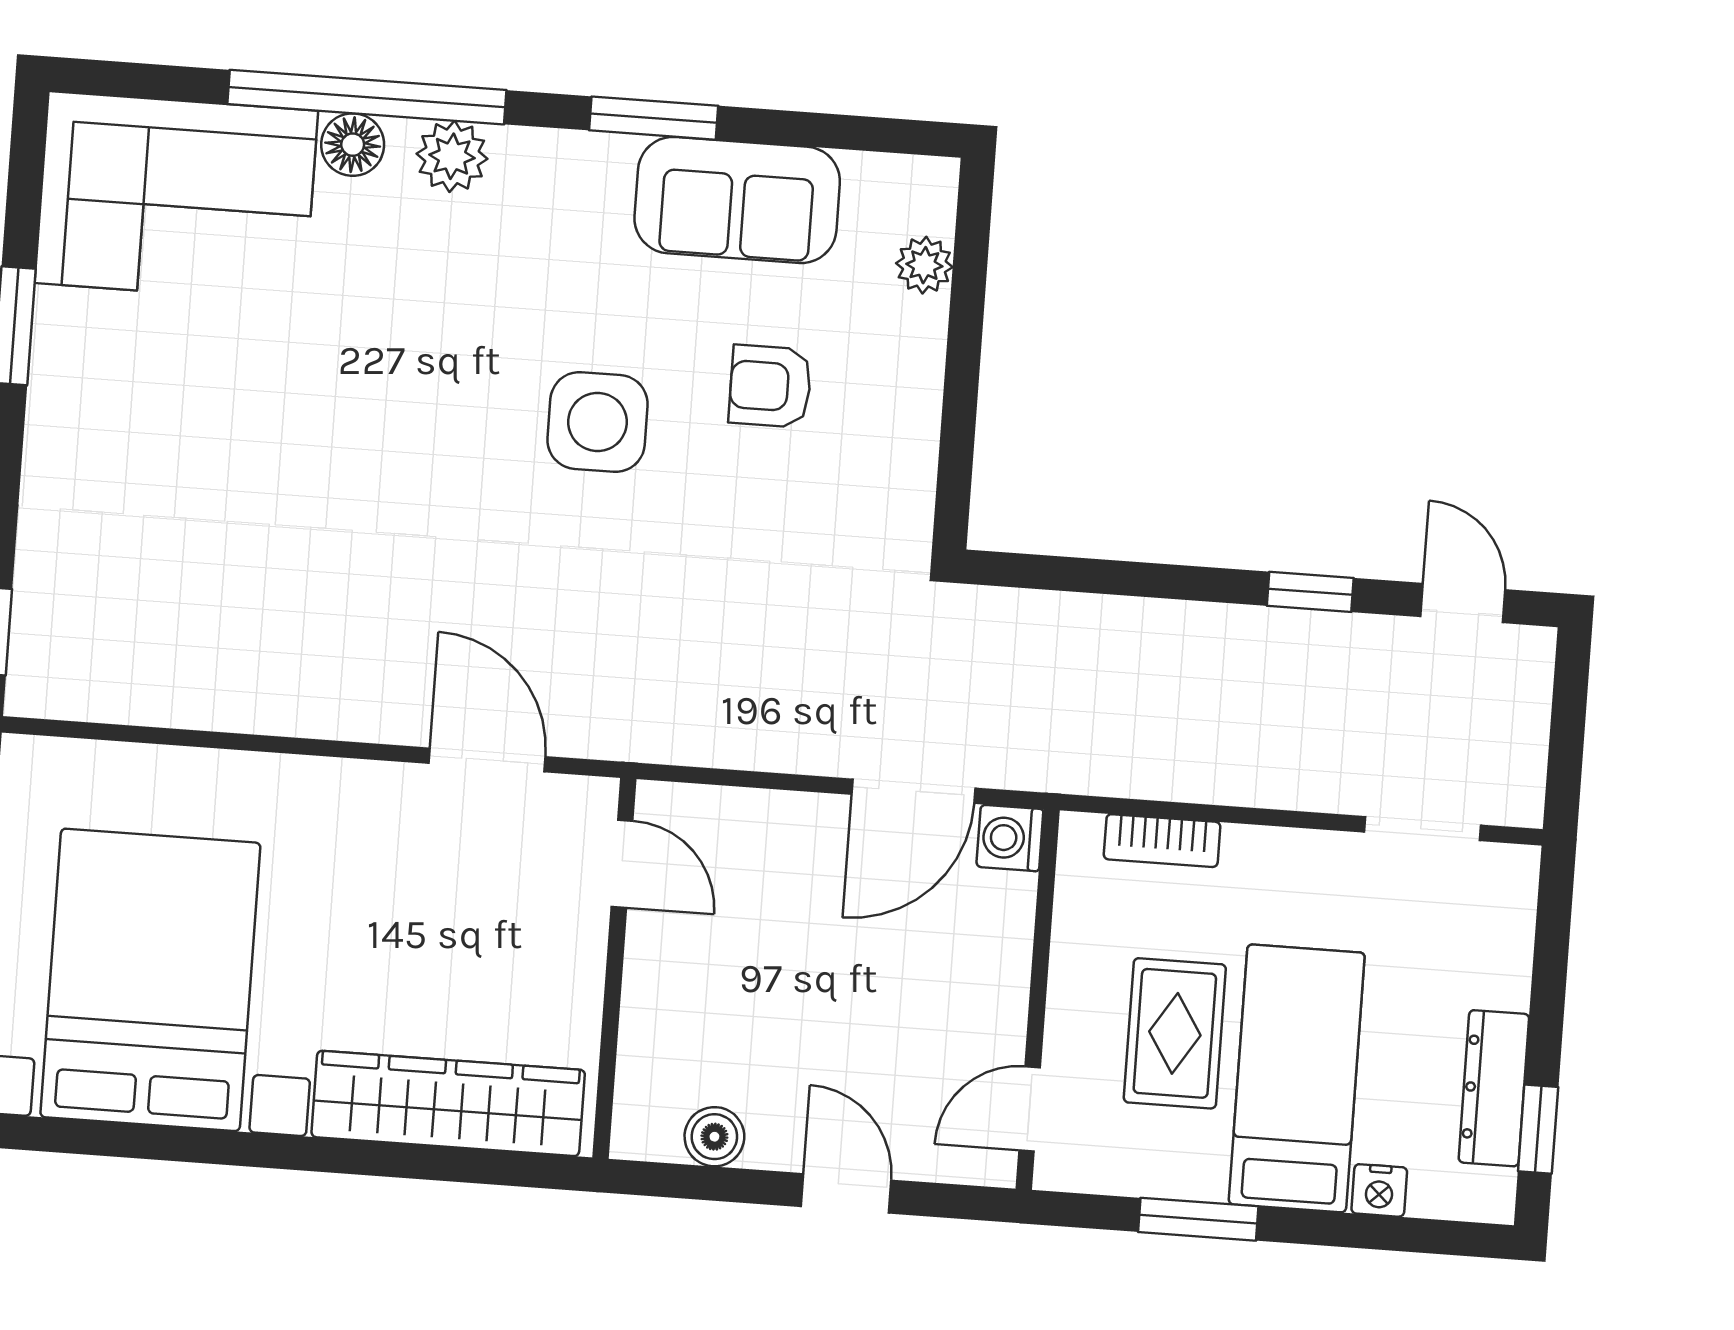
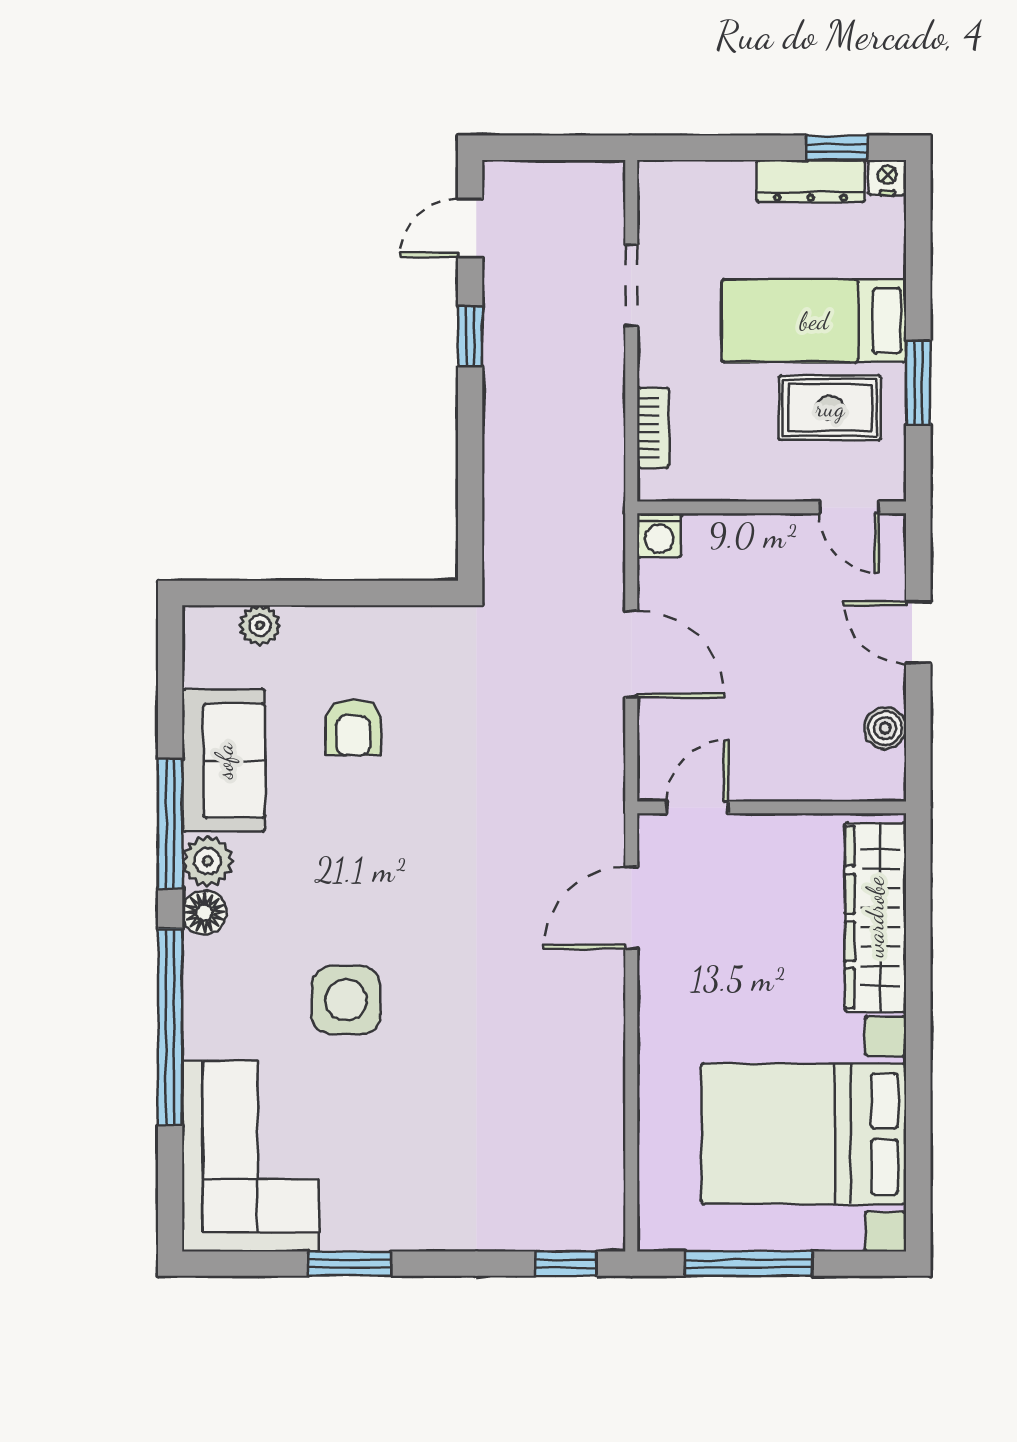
window: (654, 118) -> (170, 824), width x1.44
floor lamp: (353, 145) -> (204, 912), moved
plant: (452, 156) -> (208, 861), moved
side table: (598, 422) -> (346, 1000), moved
door: (913, 791) -> (631, 654), moved
doorway: (1423, 829) -> (631, 285), moved
rug: (1175, 1033) -> (830, 408), moved
nightstand: (1379, 1190) -> (887, 178), moved, turned -90
door: (846, 1193) -> (918, 632), hinge flipped

